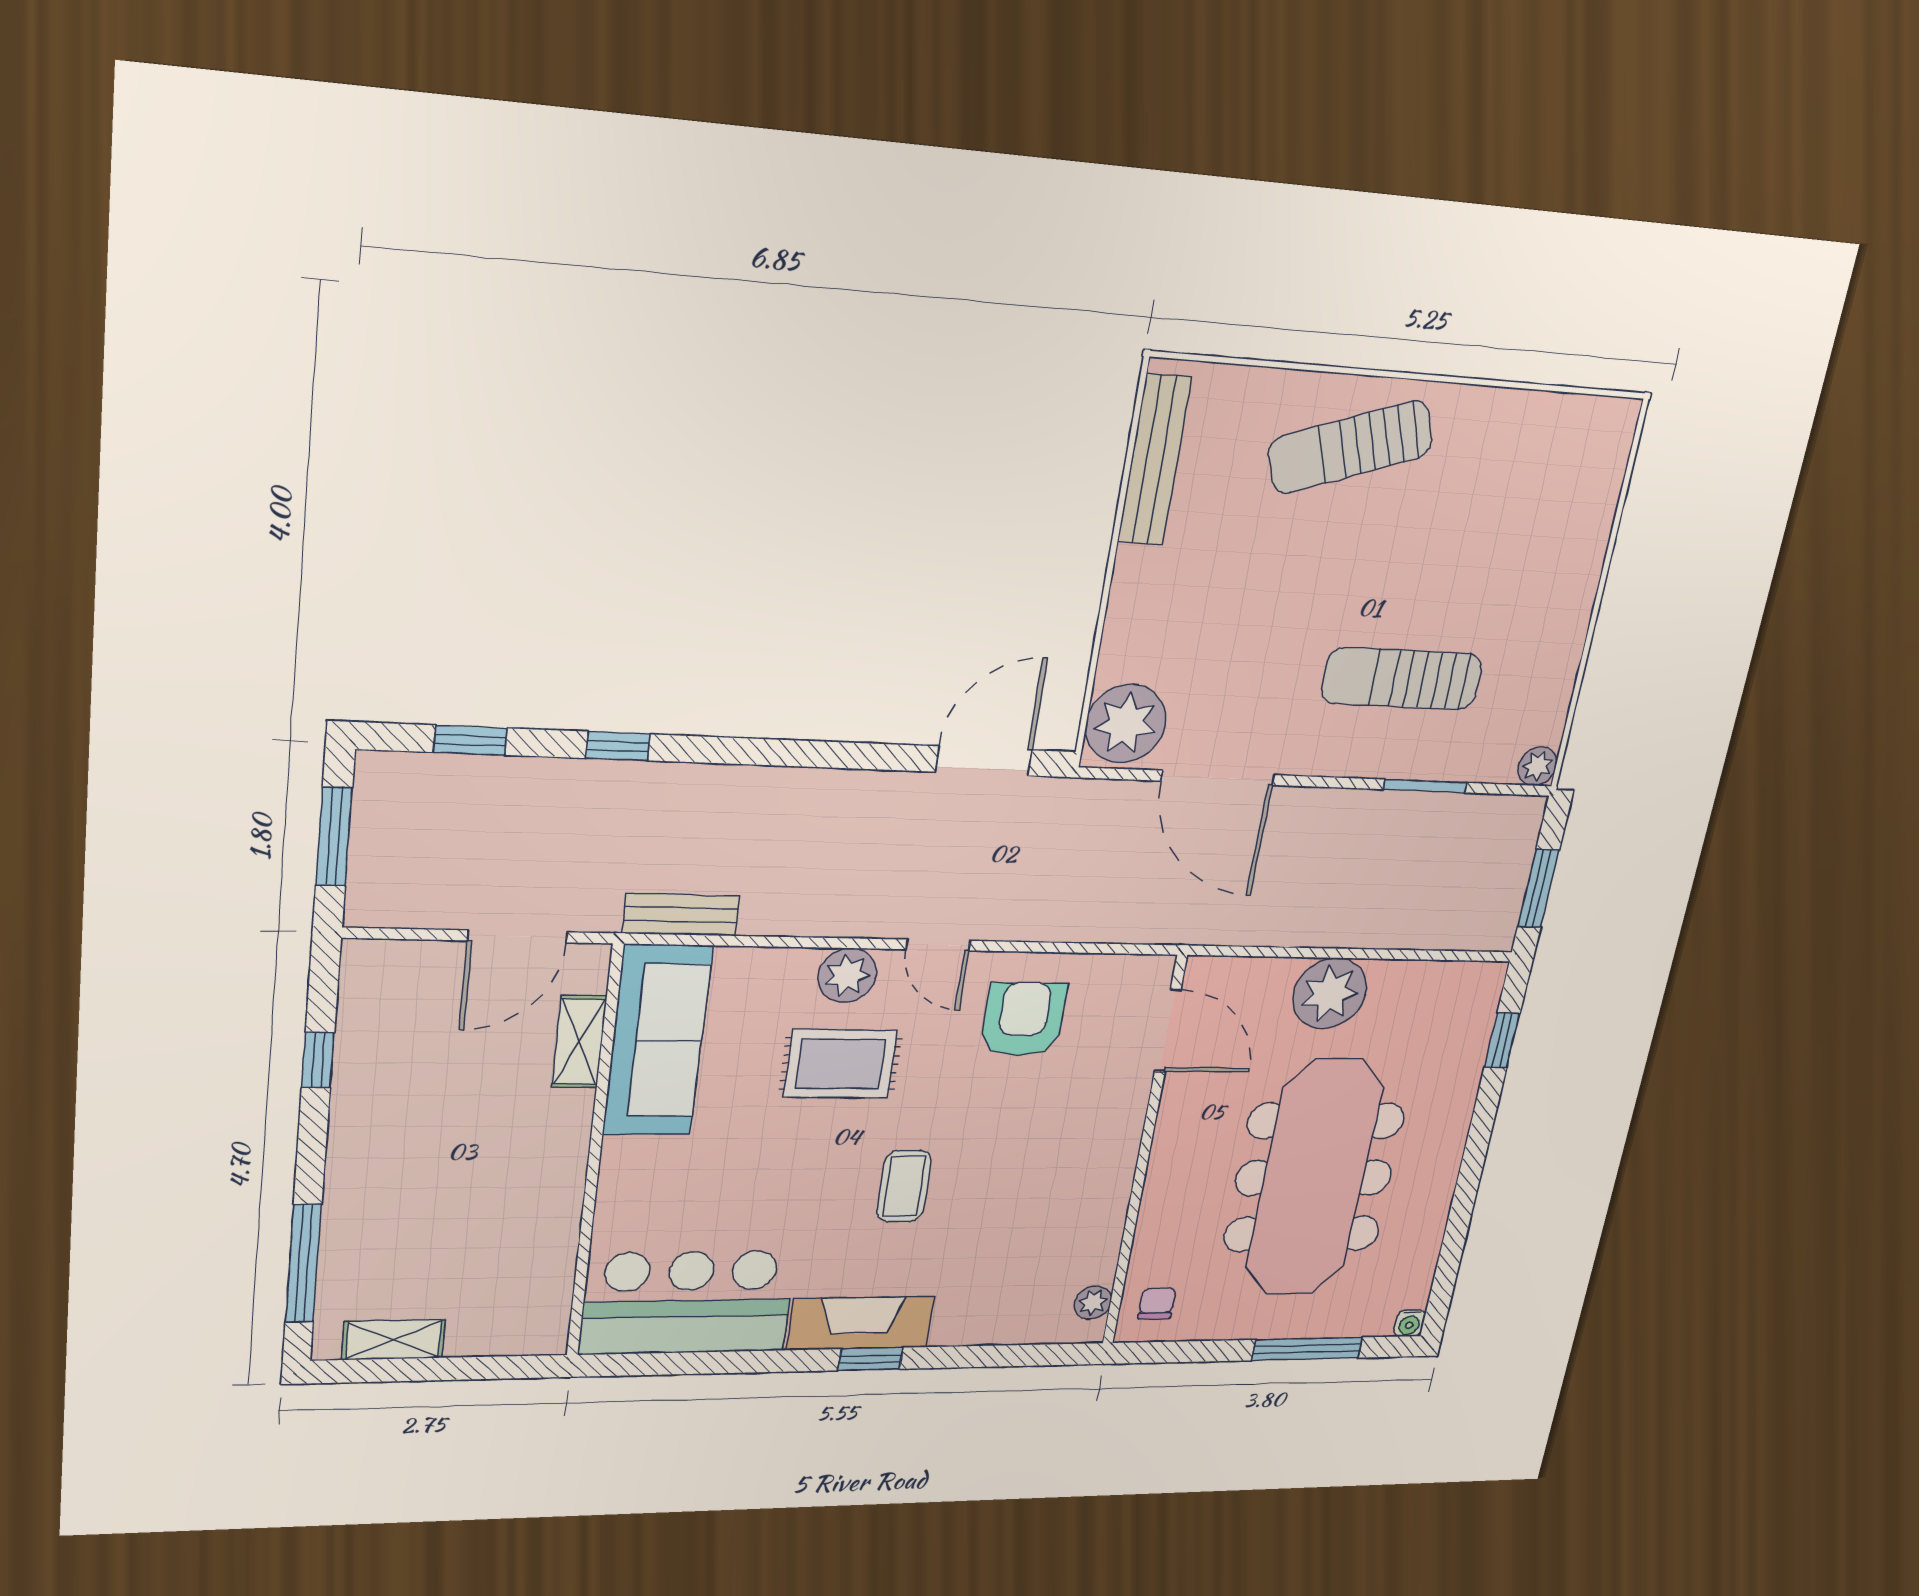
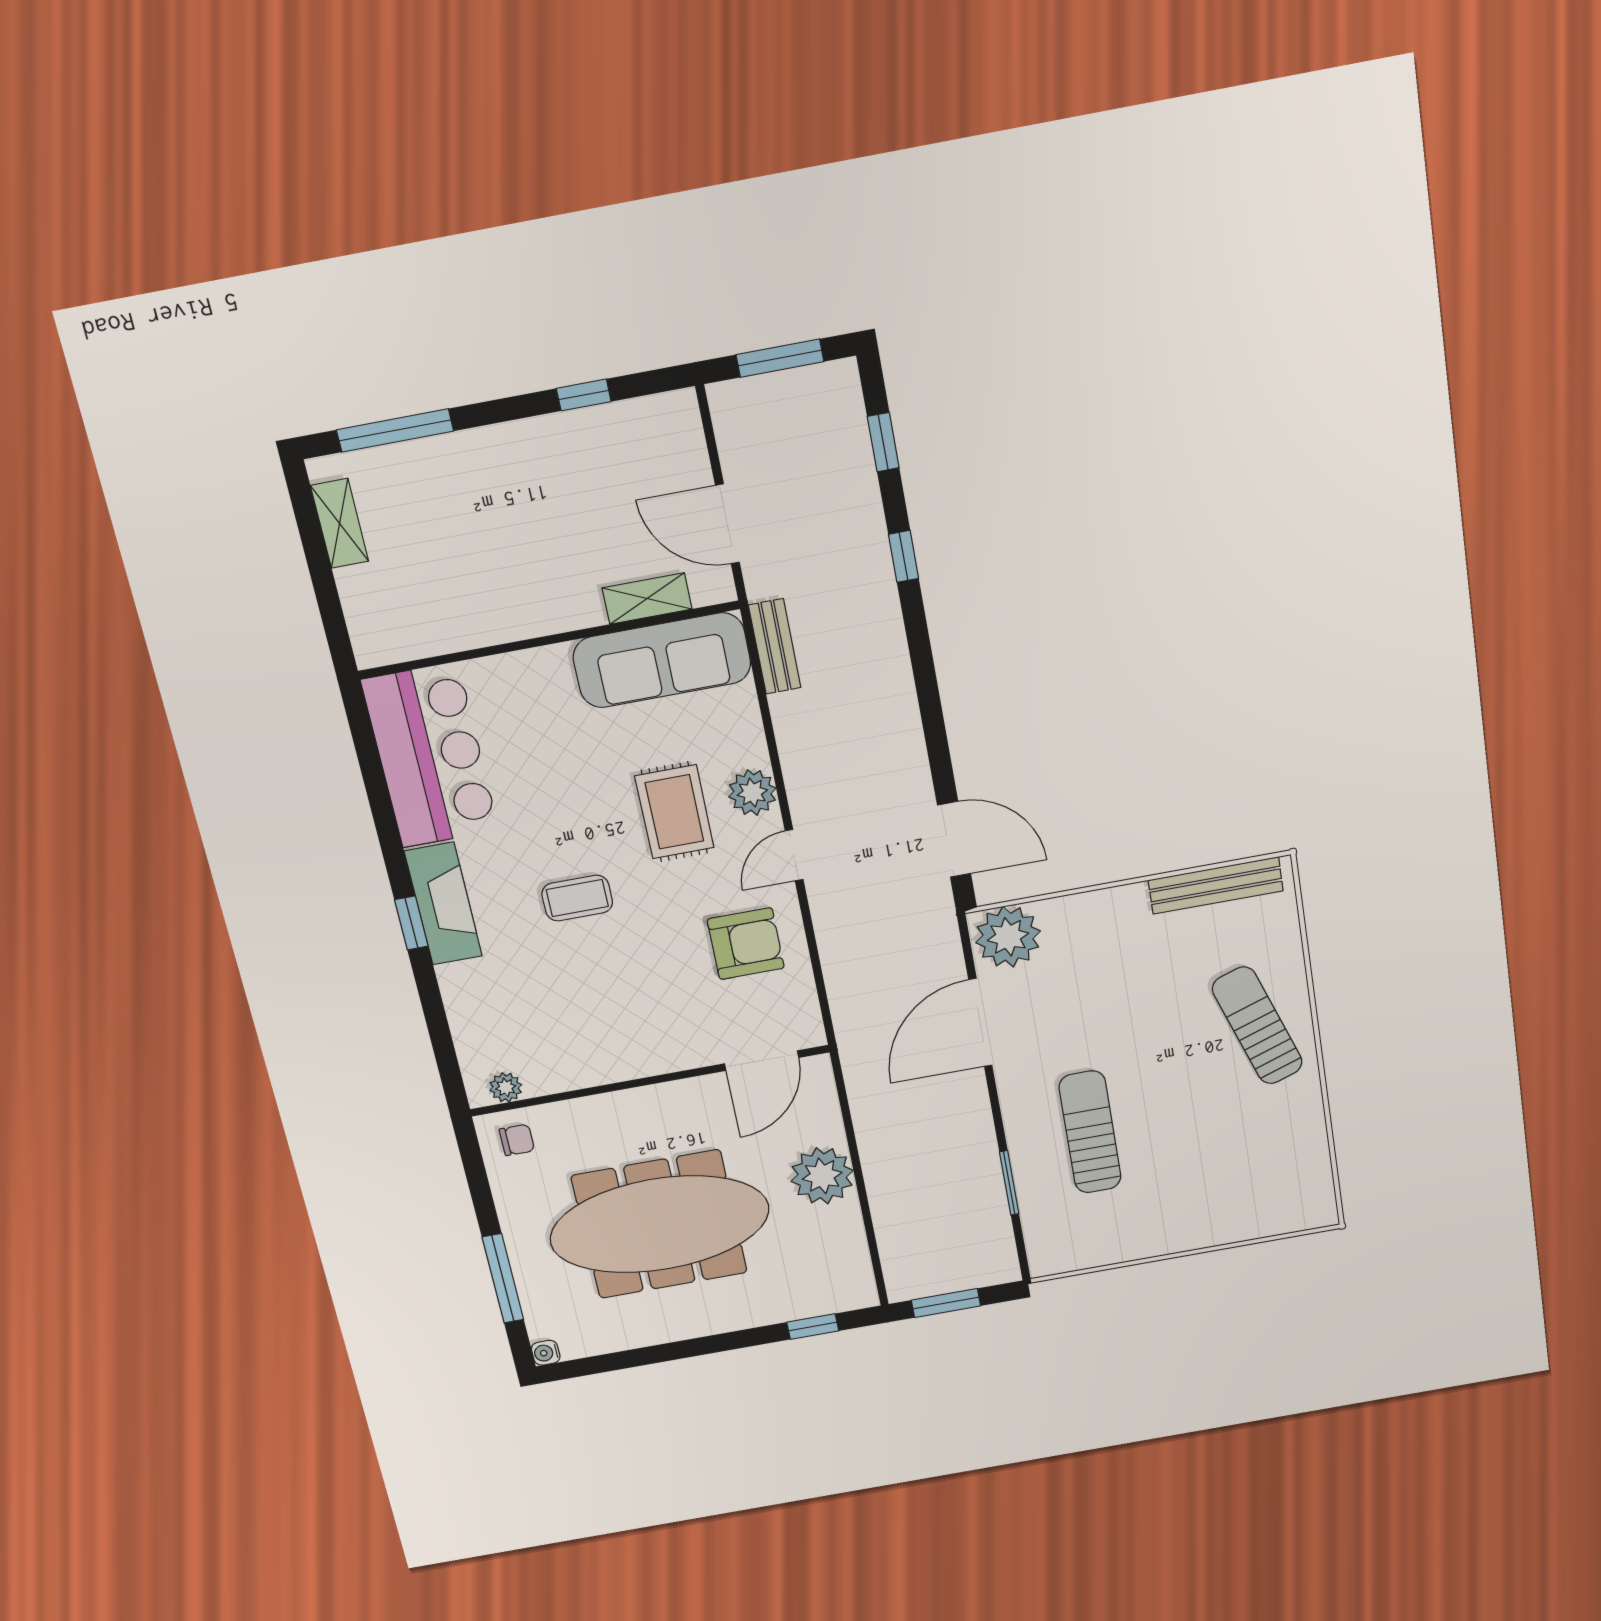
plant: (1537, 766) -> (1044, 1262), removed

